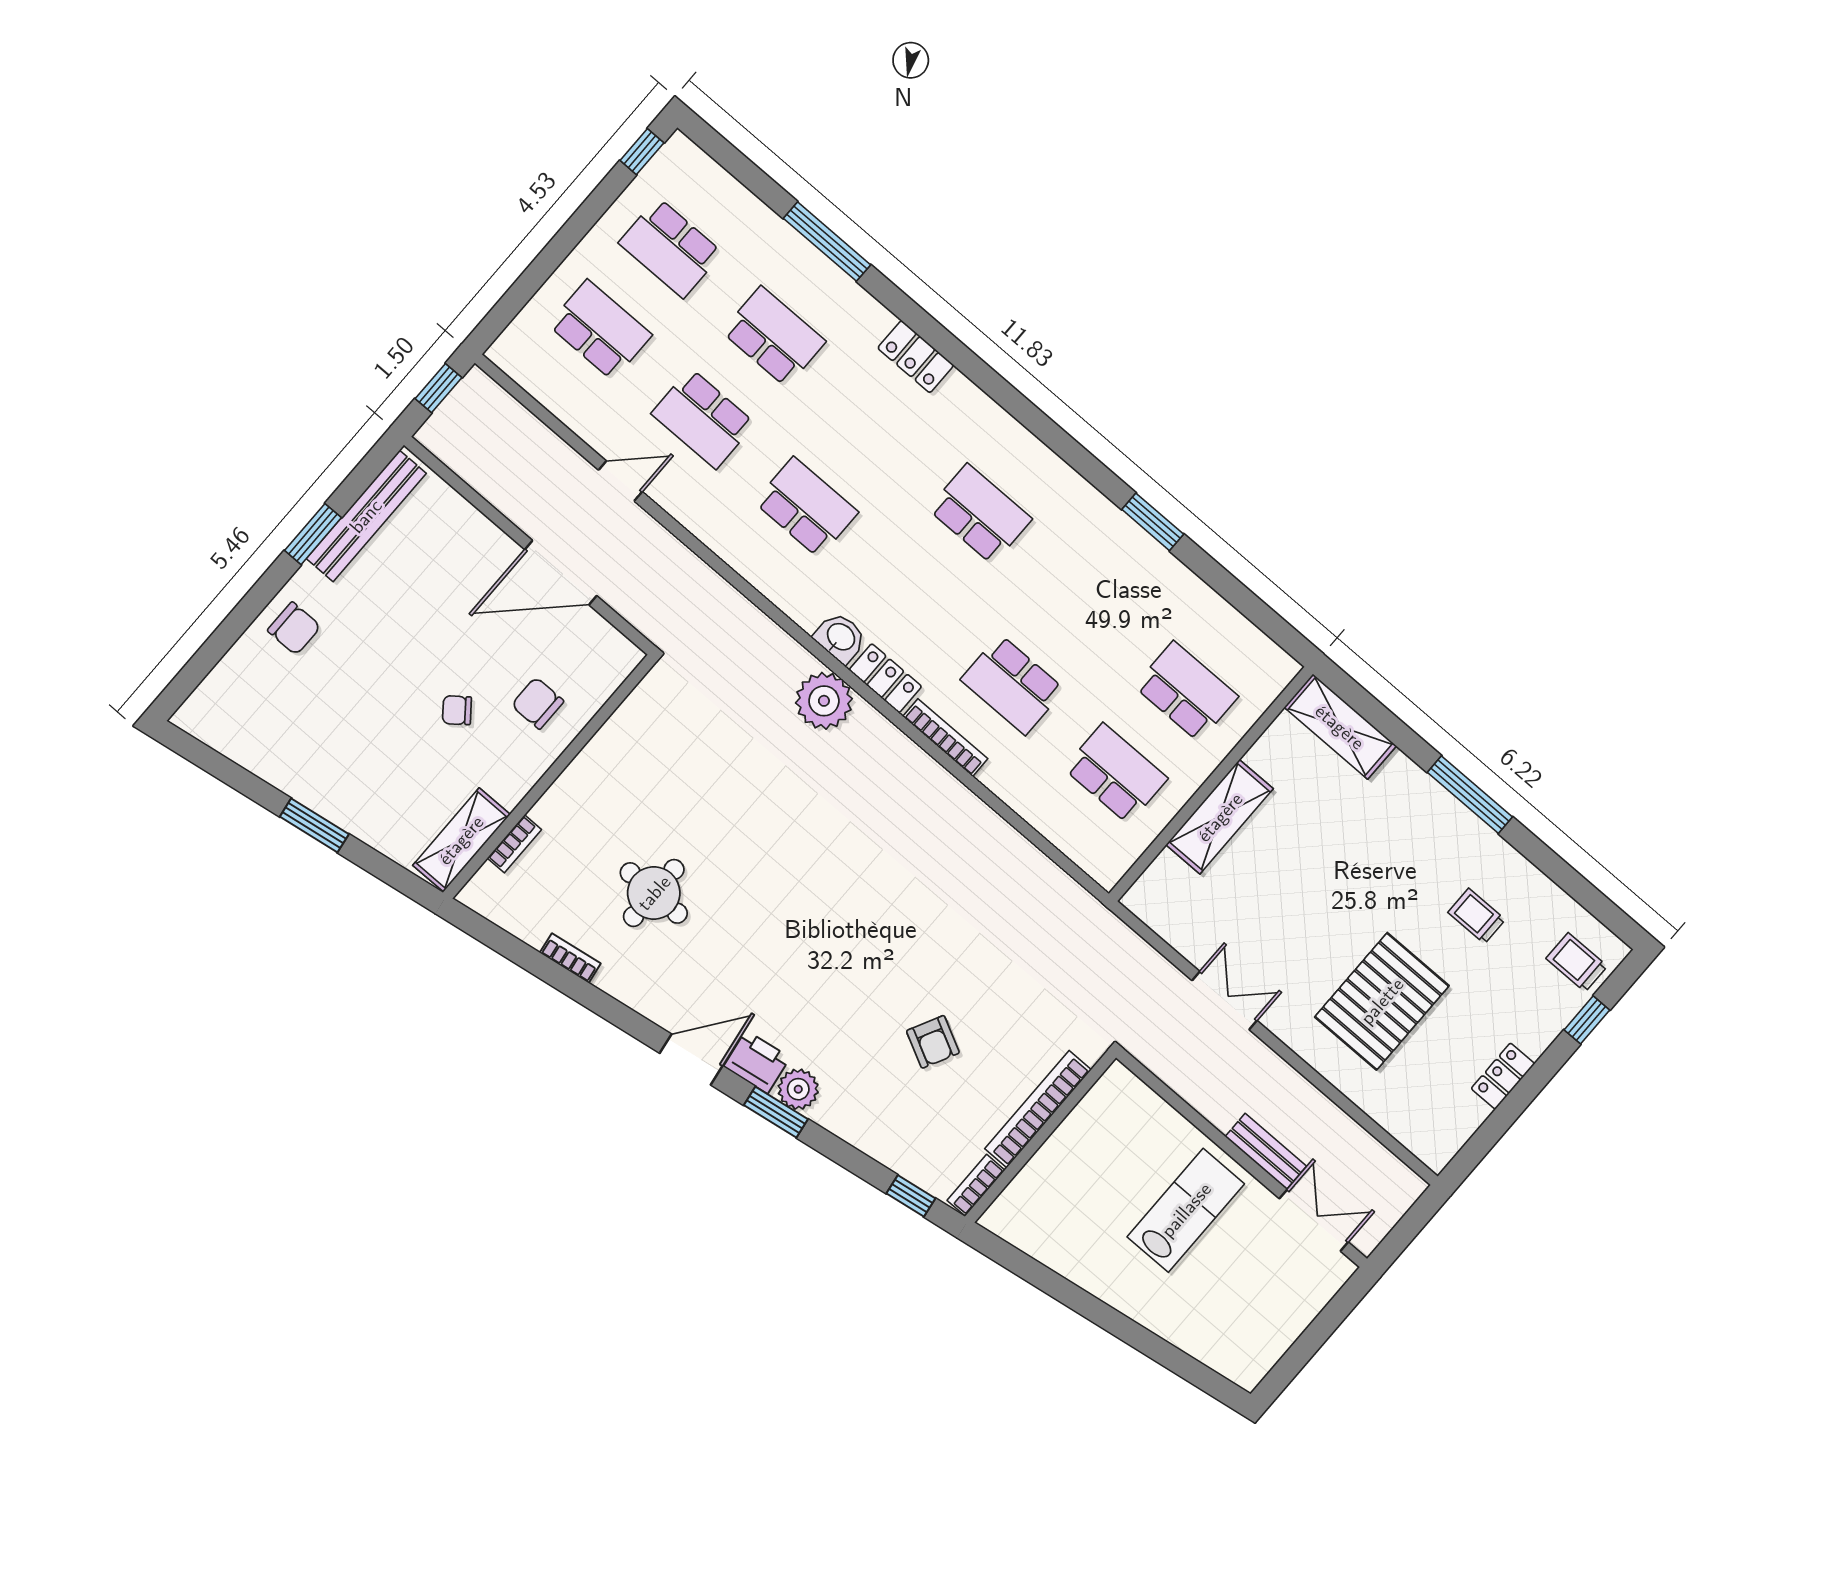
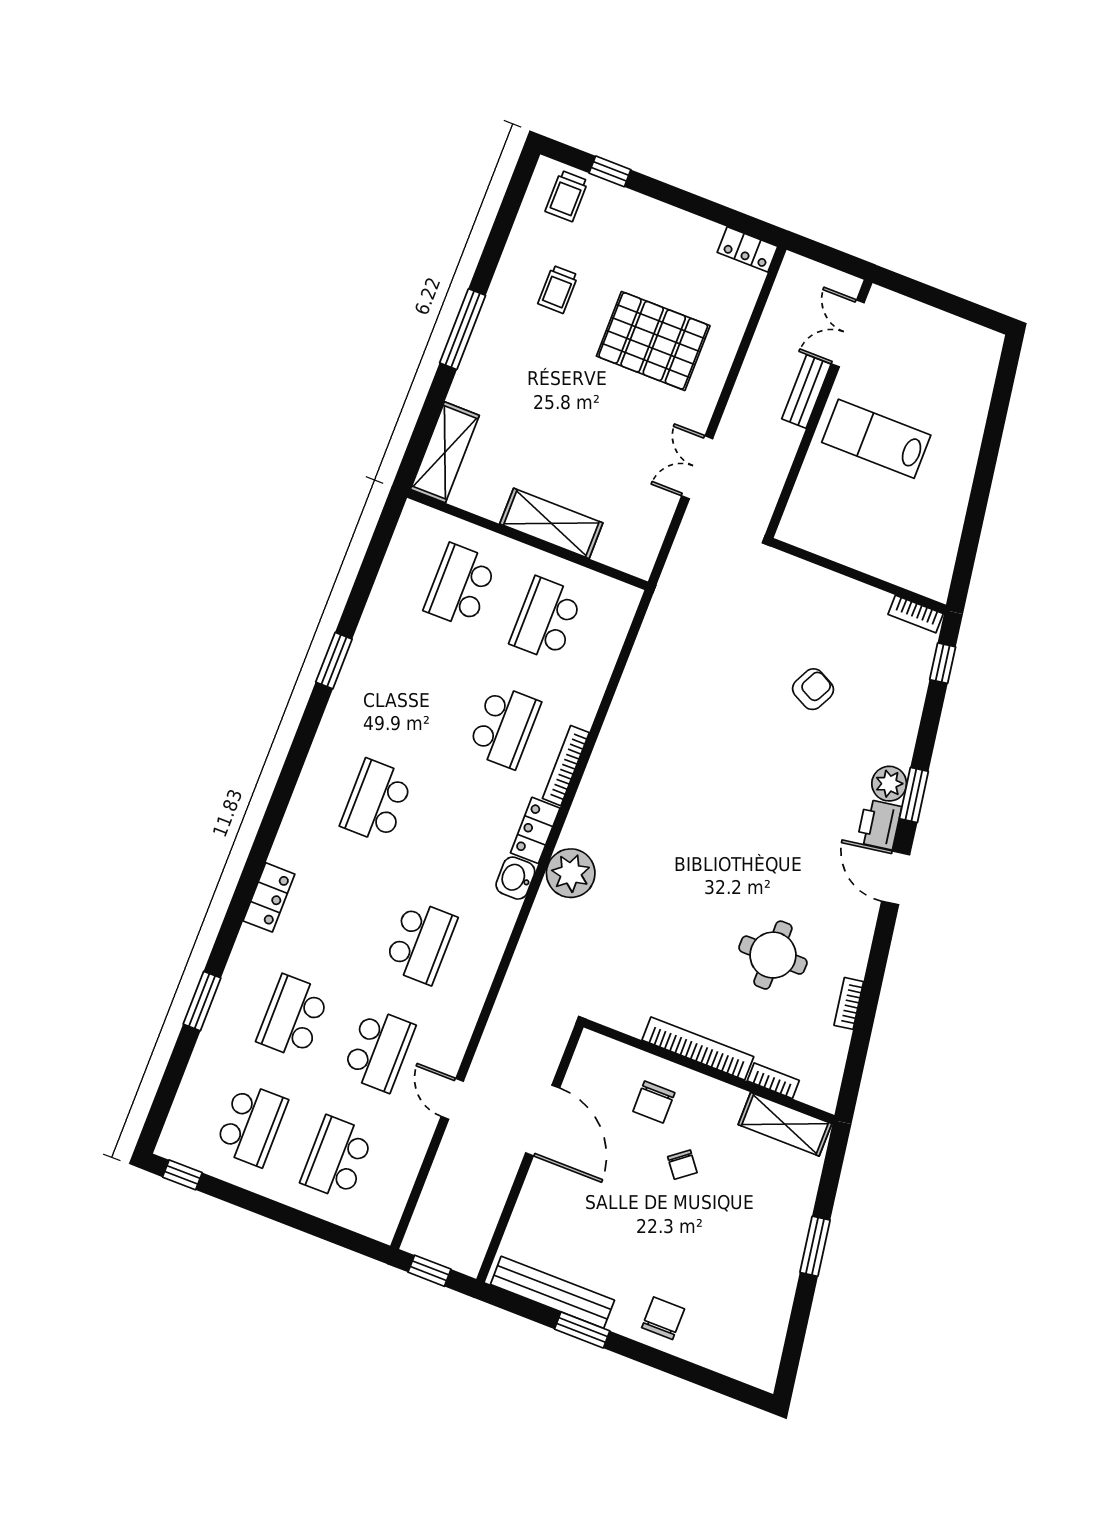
window: (827, 242) -> (202, 1001), width x0.69
school desk: (806, 507) -> (421, 942), turned 180
locker: (1503, 1076) -> (747, 249), moved
bookcase: (1038, 1109) -> (698, 1048), moved, turned 180

